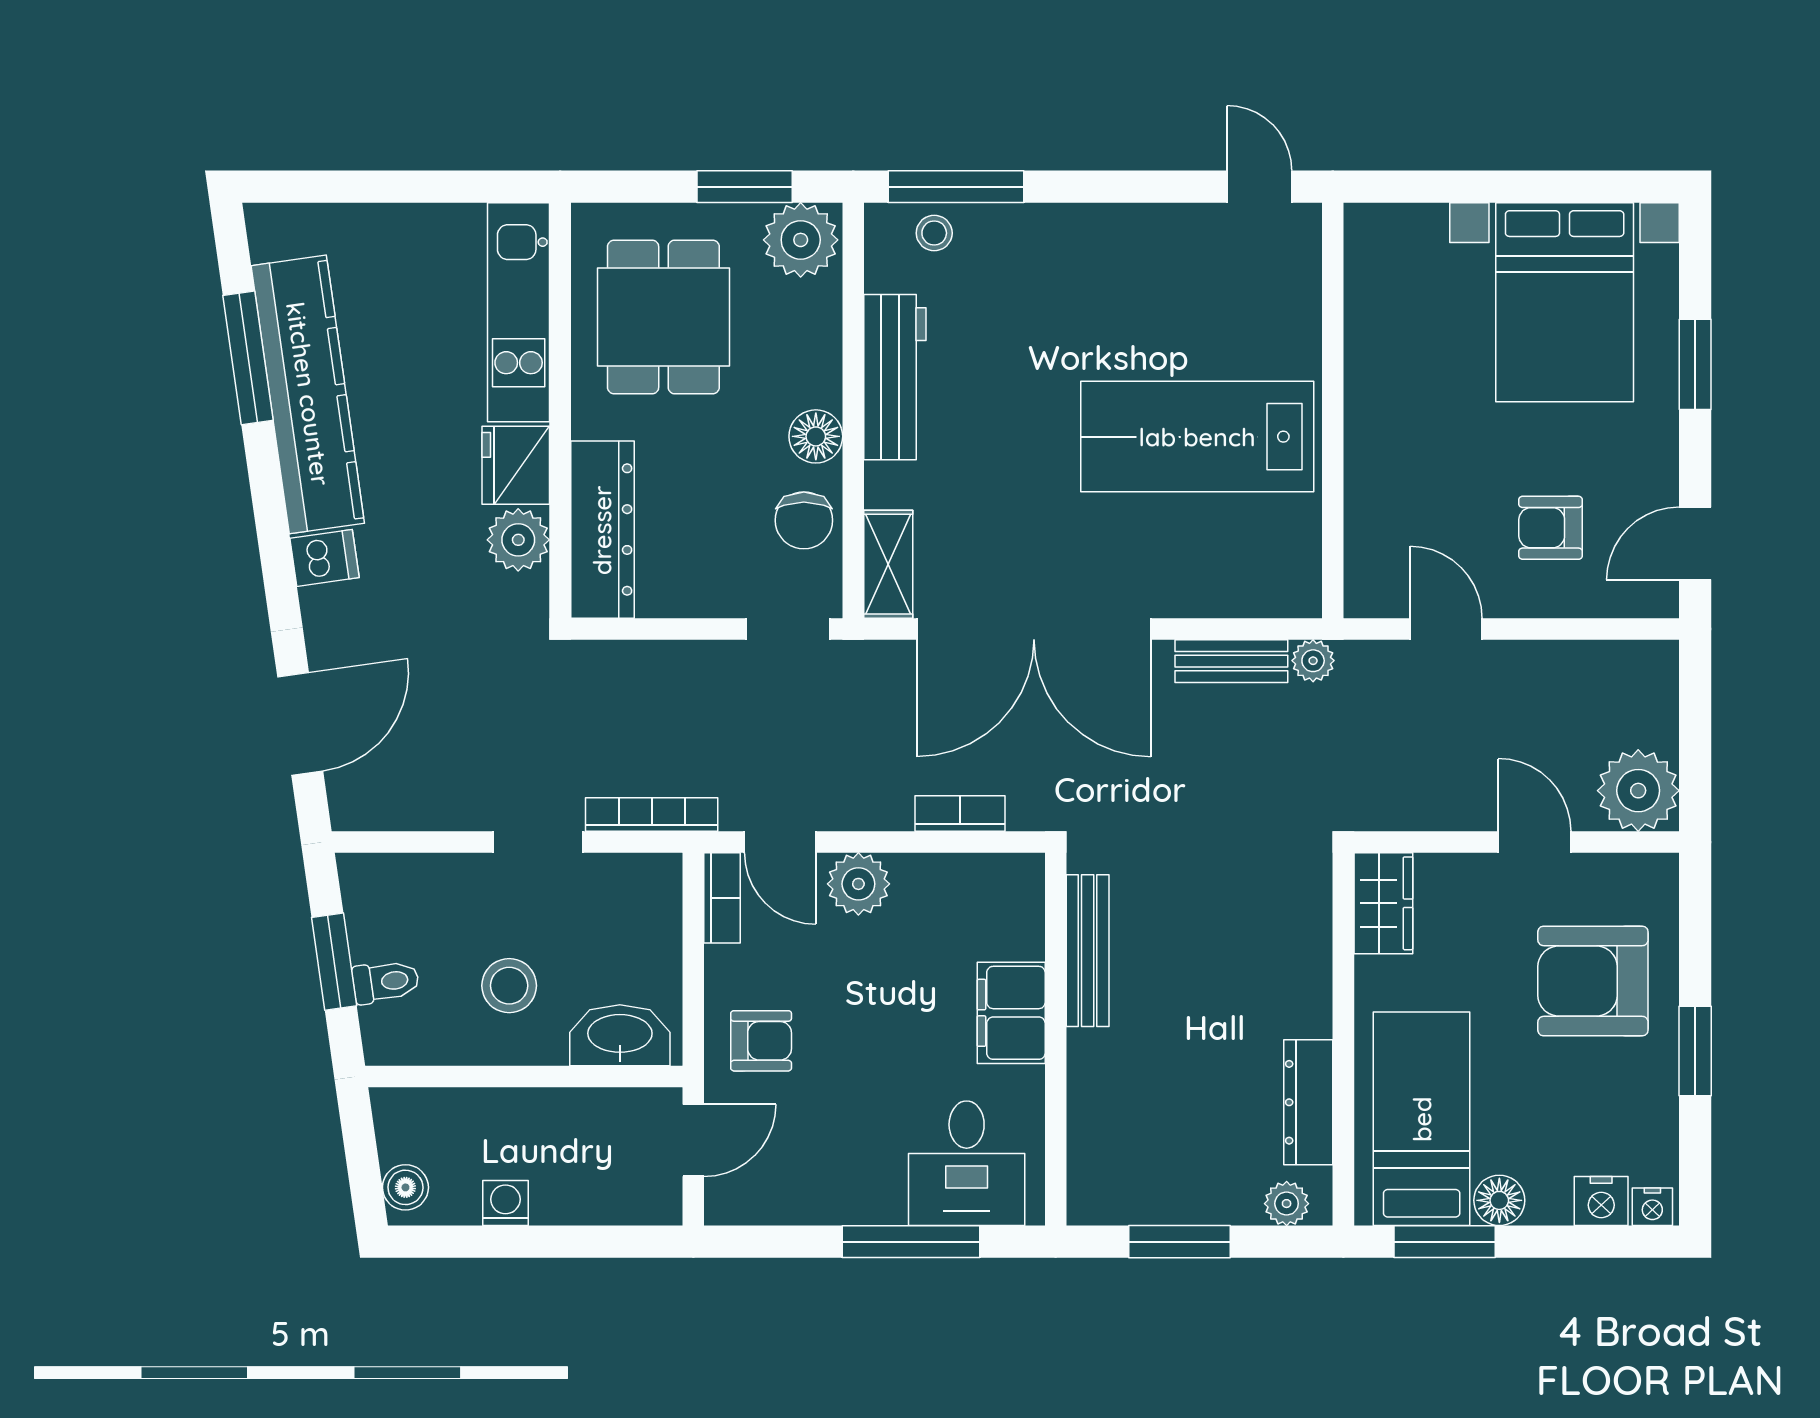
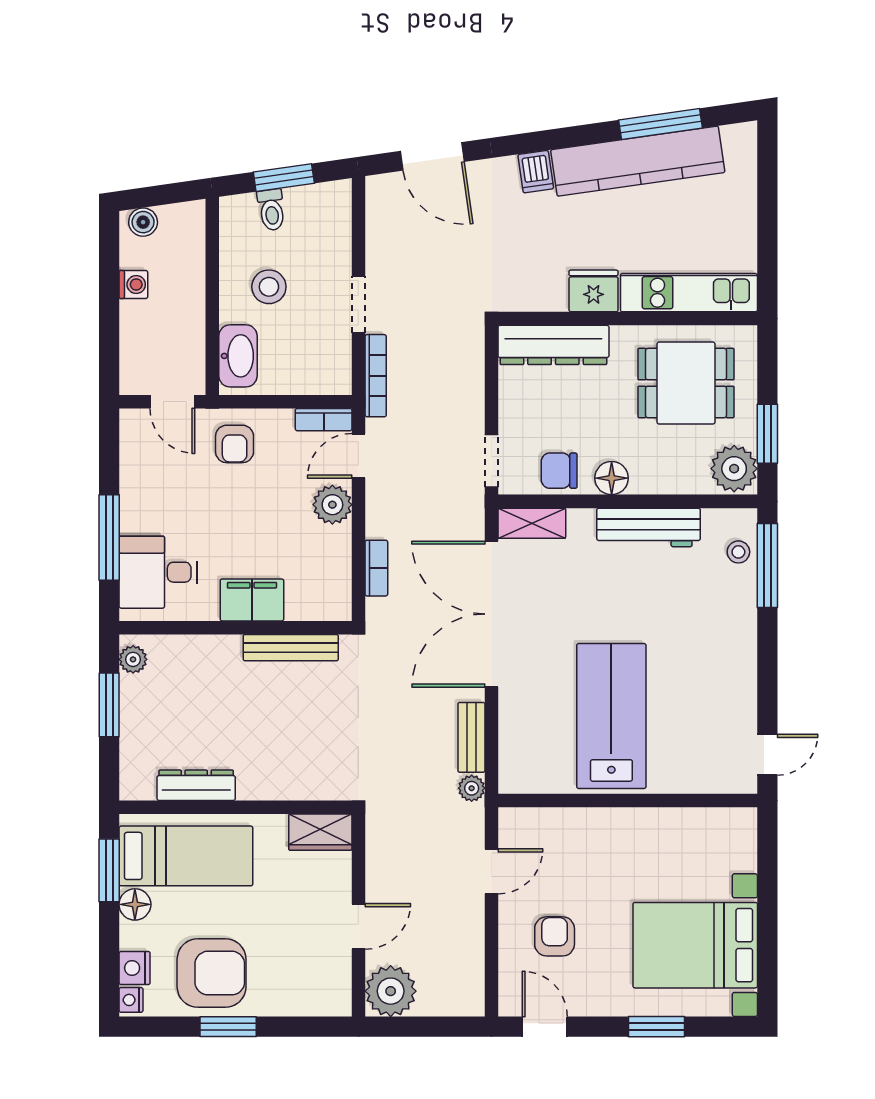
plant: (518, 540) -> (547, 292), removed
armchair: (1593, 981) -> (212, 973), moved, turned 90
plant: (1287, 1204) -> (133, 659), moved

